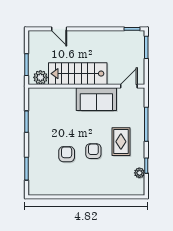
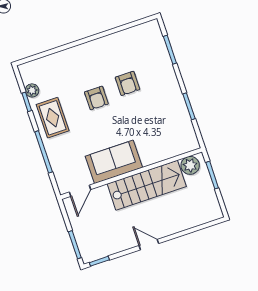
door: (59, 29) -> (149, 245), moved
rug: (121, 142) -> (53, 118), moved

